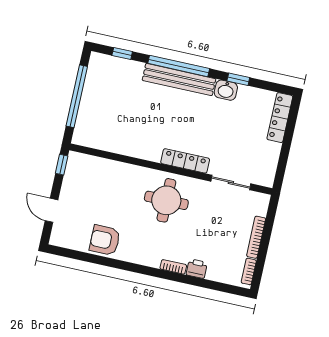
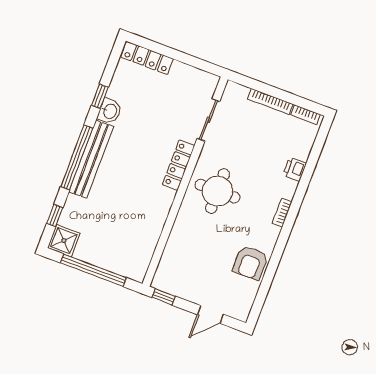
shower: (100, 65) -> (64, 241), added
bookcase: (173, 267) -> (282, 213), moved

